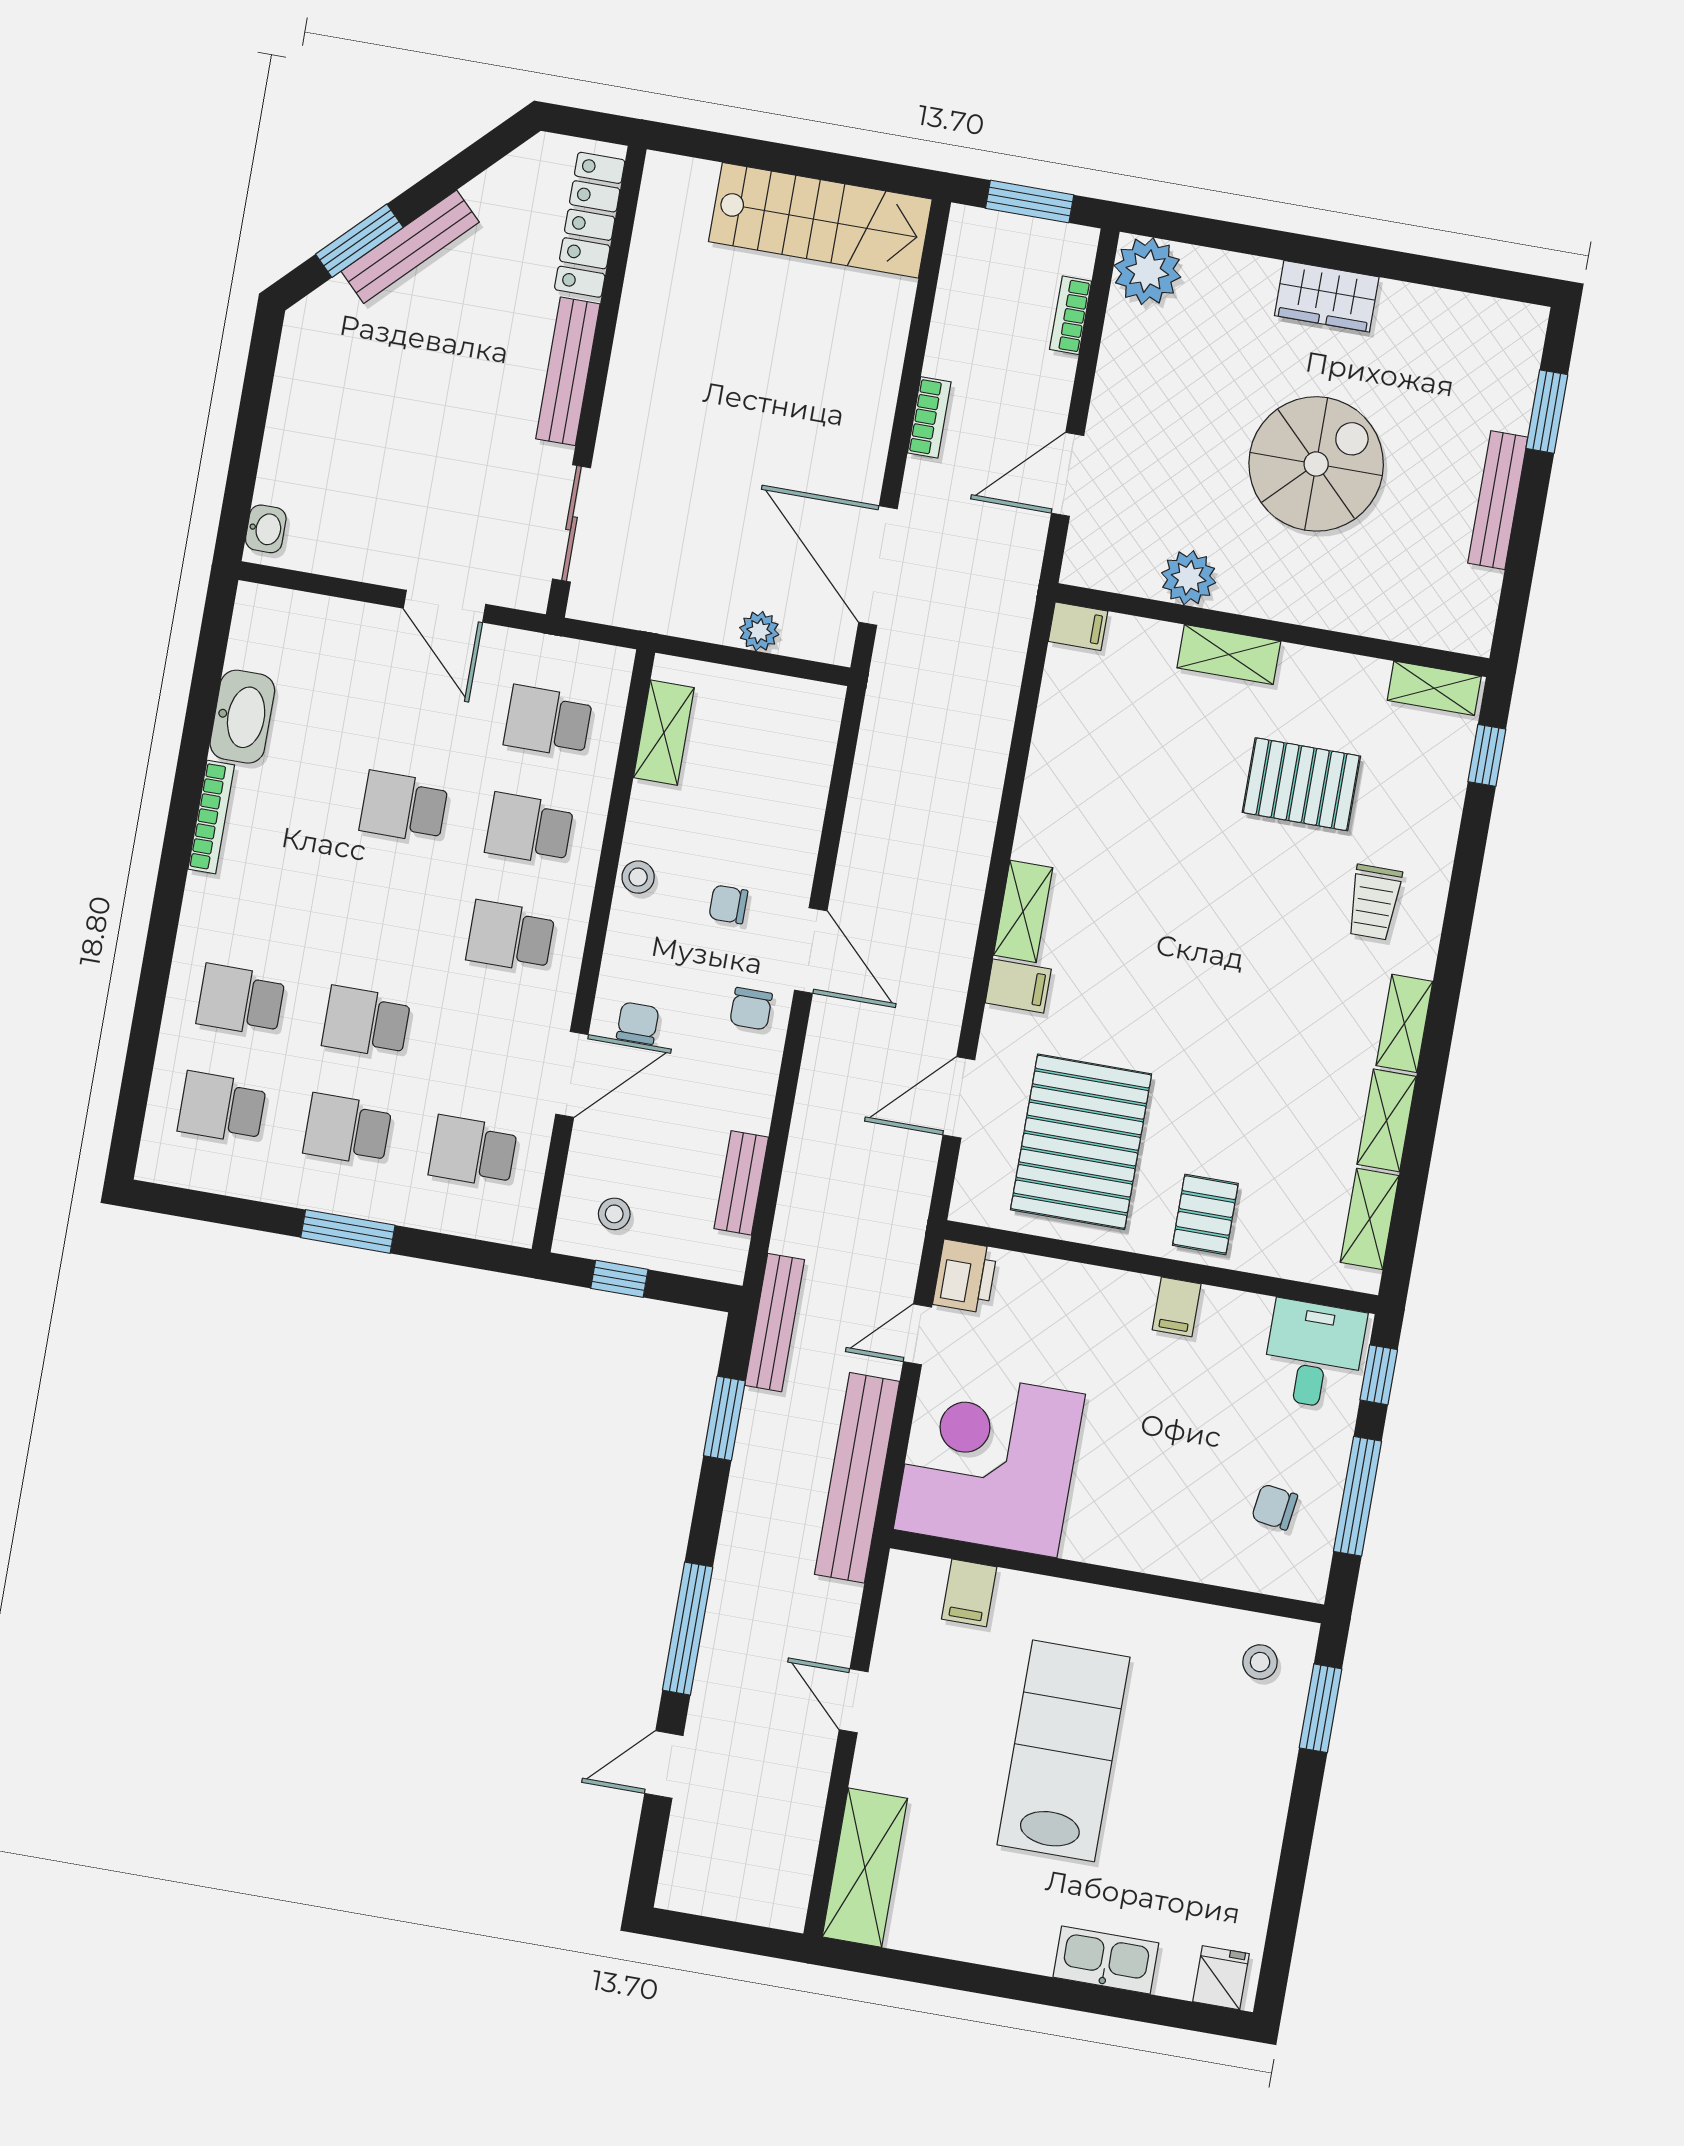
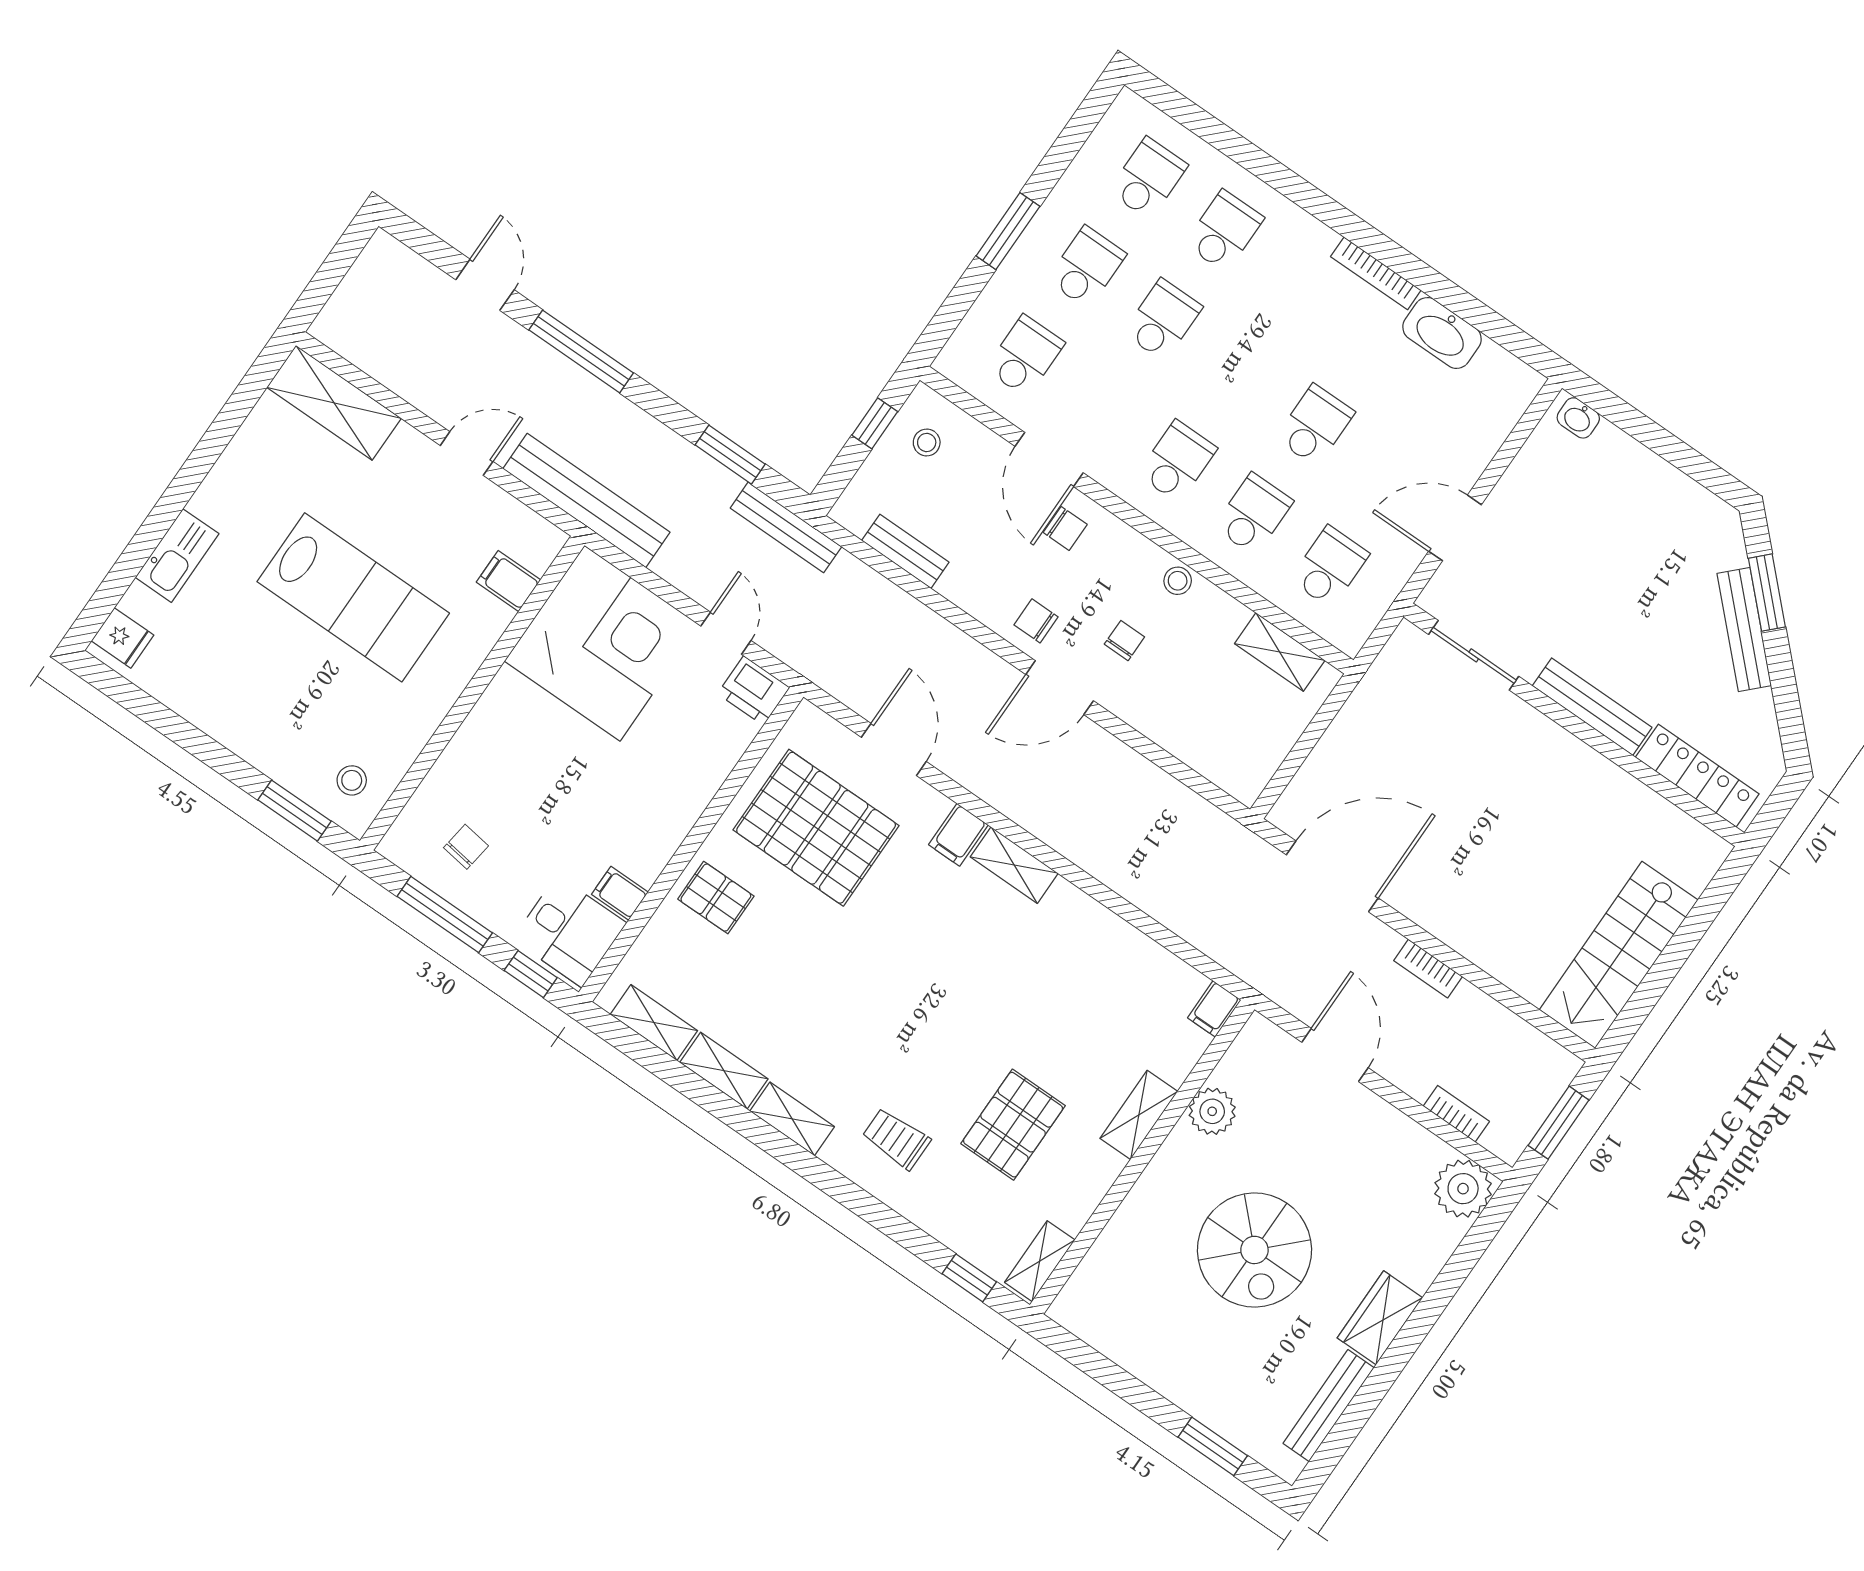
bench: (1498, 500) -> (1329, 1405), moved, turned 90
plant: (759, 631) -> (1324, 762), removed
filing cabinet: (1177, 1307) -> (620, 893), moved
bench: (857, 1478) -> (586, 501), moved

